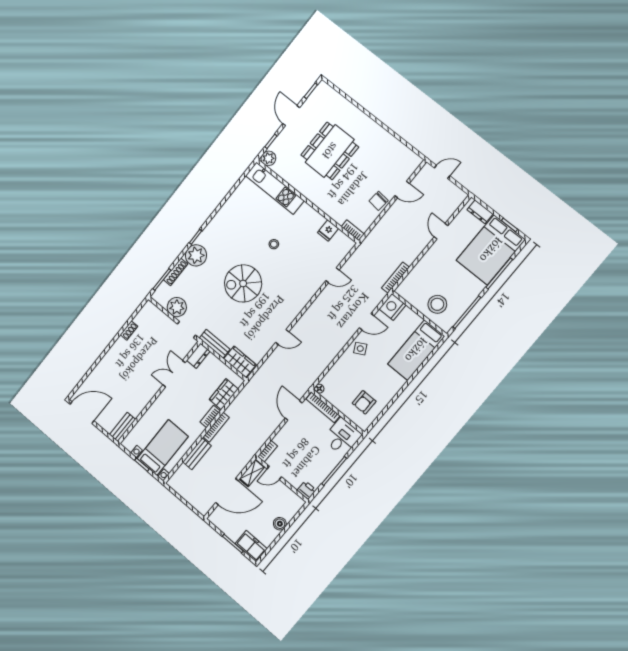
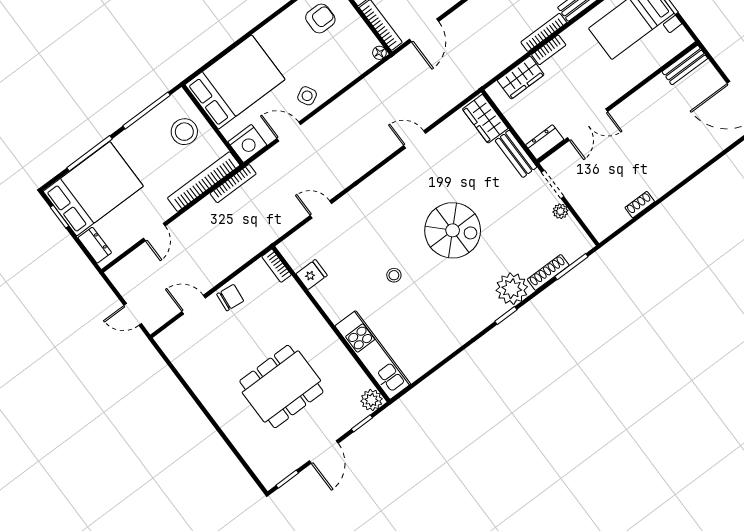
bookcase: (416, 274) -> (204, 182), added
plant: (177, 307) -> (560, 211), width x0.53, depth x0.53
bed: (416, 350) -> (235, 82), width x1.50

